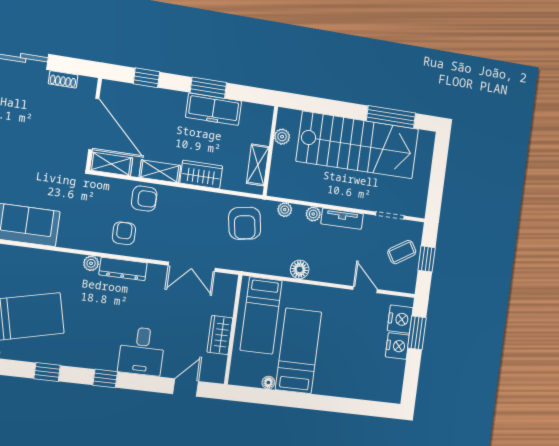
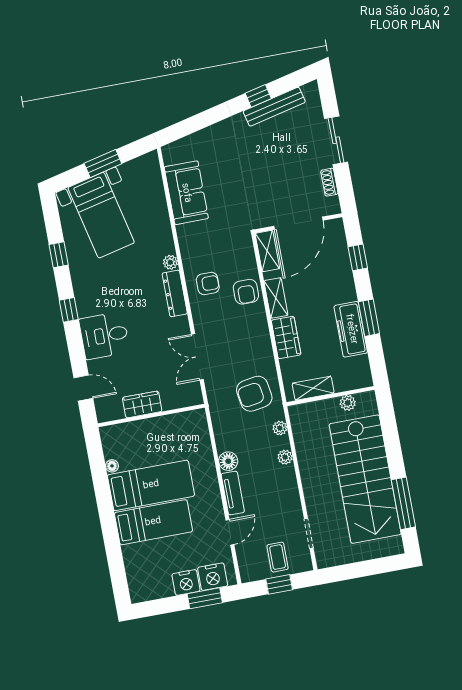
tv unit: (342, 219) -> (233, 493), moved, turned 180
coffee table: (402, 252) -> (278, 557), turned 32
bed: (261, 315) -> (153, 522), moved, turned 180

